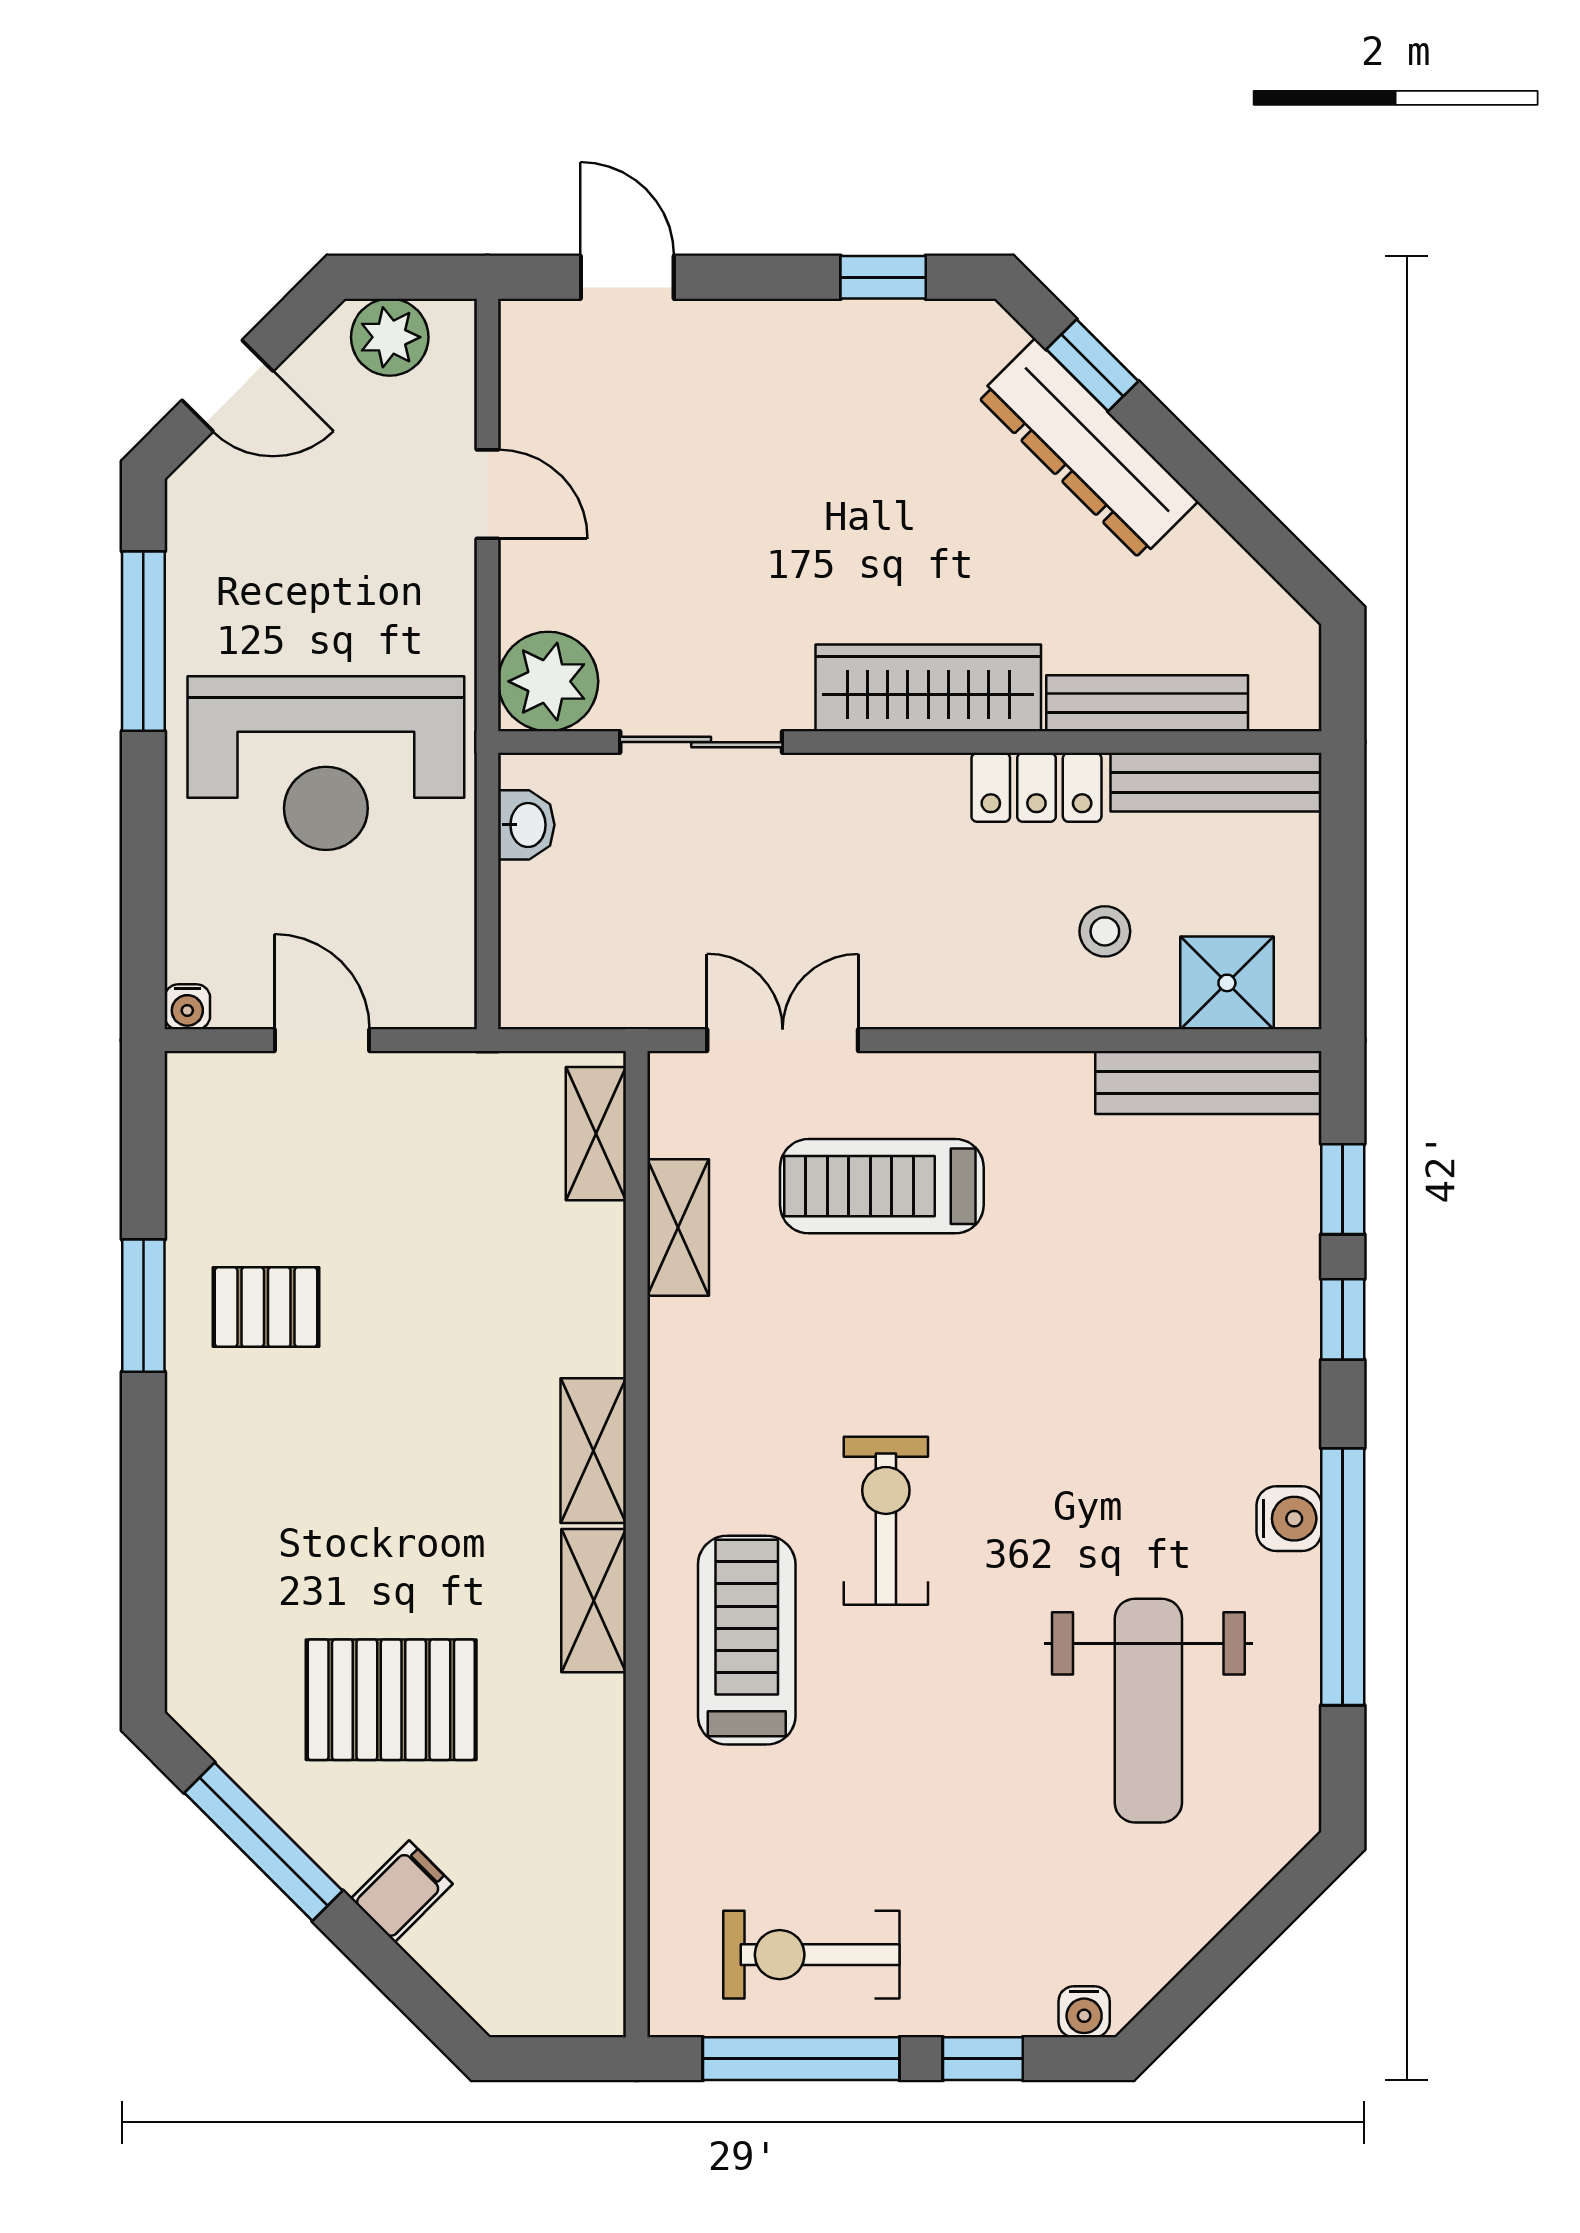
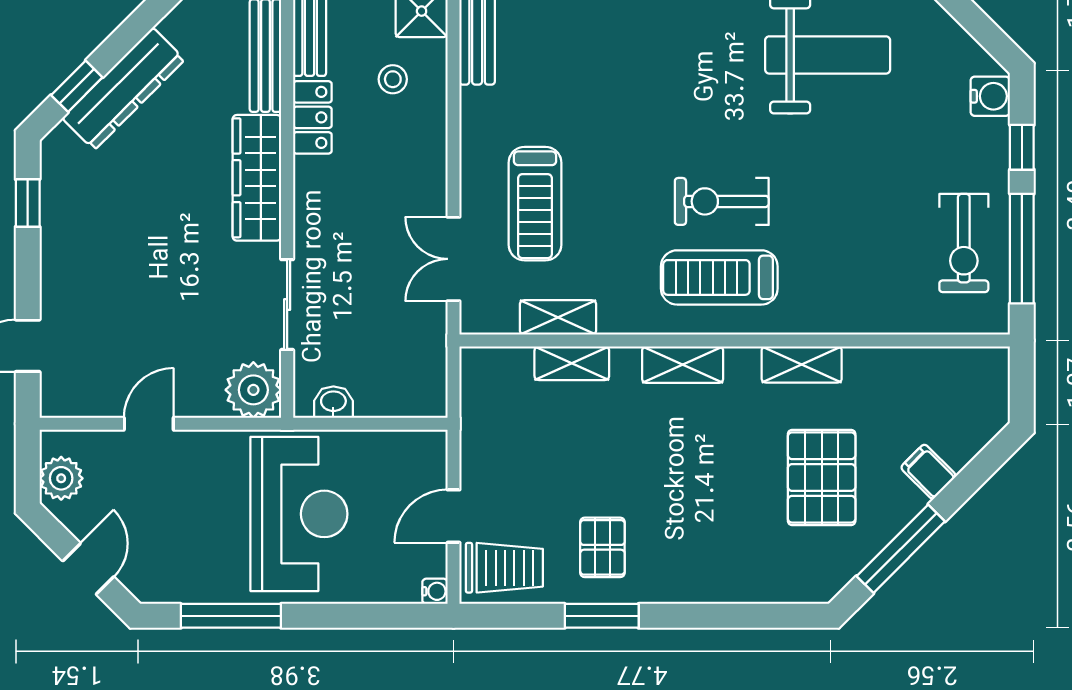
trolley: (230, 1131) -> (504, 568), added
shelving: (596, 1134) -> (572, 363), moved
shelving: (594, 1601) -> (802, 365), moved
treadmill: (747, 1640) -> (719, 277), moved
water cooler: (1084, 2012) -> (990, 96), width x1.38, depth x1.38

